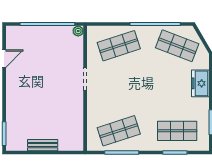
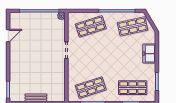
shop shelf: (177, 46) -> (133, 26), turned -33

